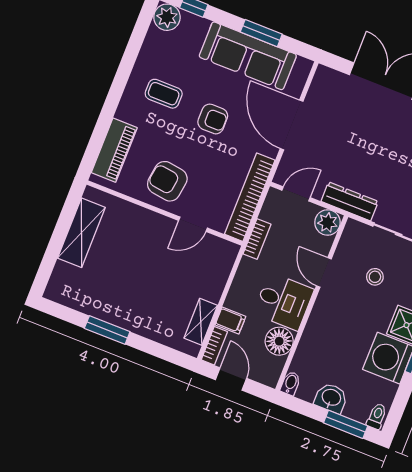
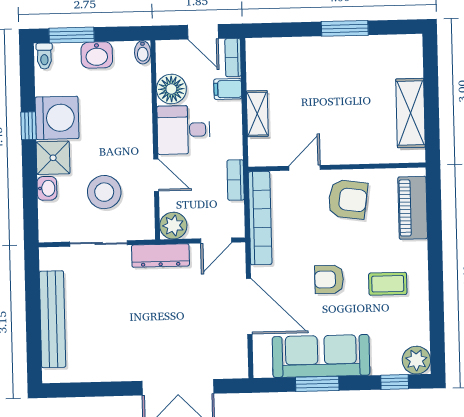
stool: (375, 277) -> (104, 192), width x1.89, depth x1.89
shelving: (201, 322) -> (257, 114), moved

